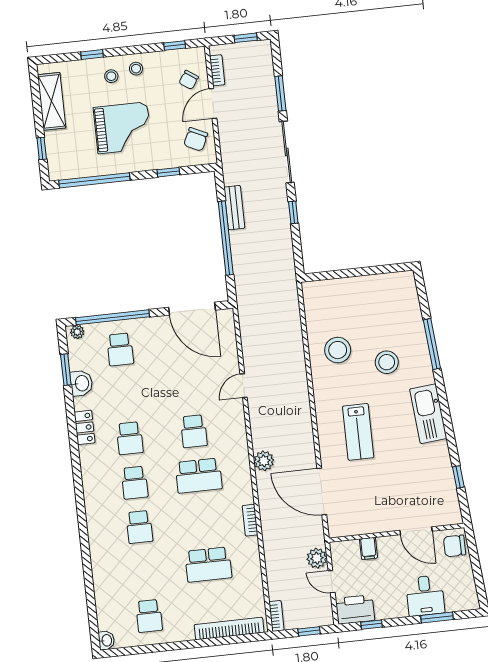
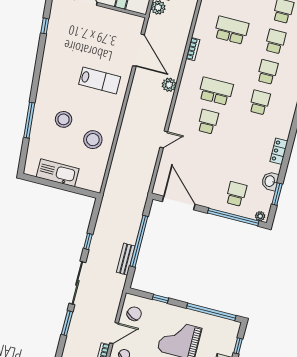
kitchen sink: (428, 414) -> (58, 173), moved, turned -85
lab bench: (358, 432) -> (100, 80), turned 90
school desk: (130, 438) -> (275, 42), moved

